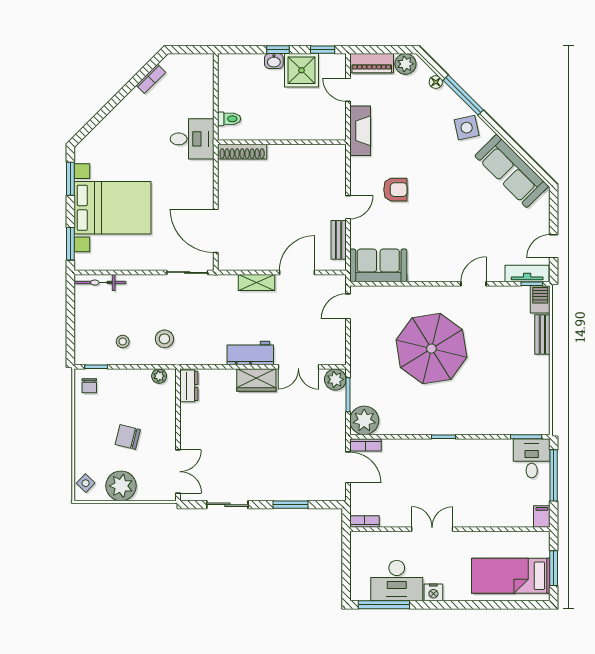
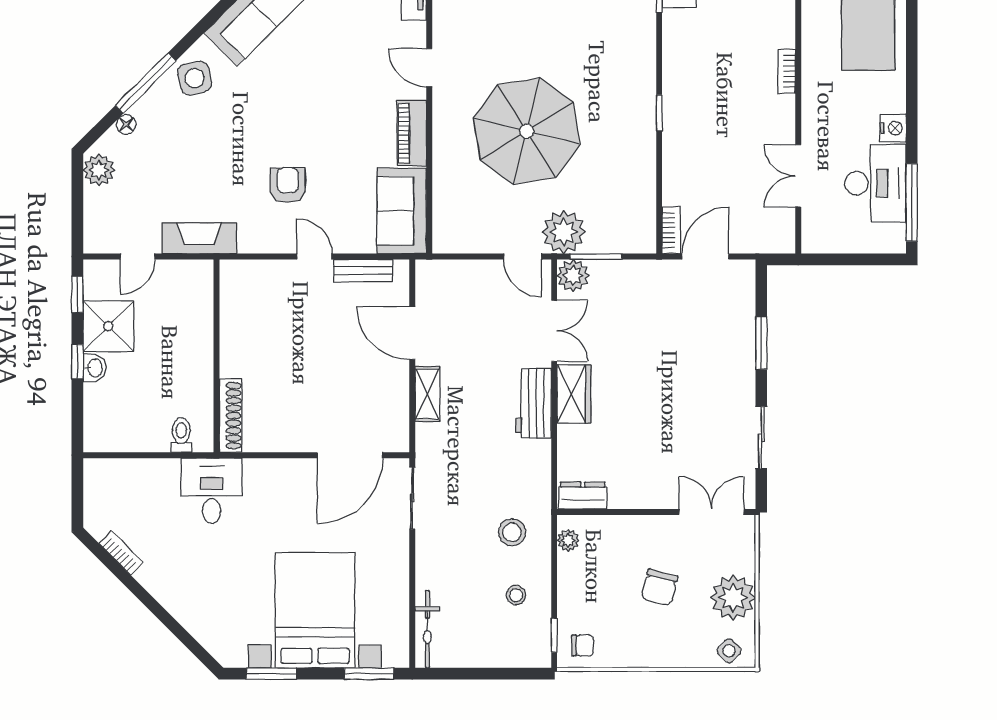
piano: (372, 63) -> (412, 133), moved, turned 180
door: (348, 306) -> (523, 257), moved
plant: (364, 420) -> (564, 232), moved
bookcase: (364, 521) -> (787, 71), moved
double door: (432, 529) -> (798, 176), moved

